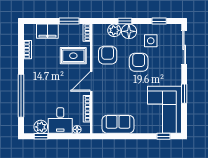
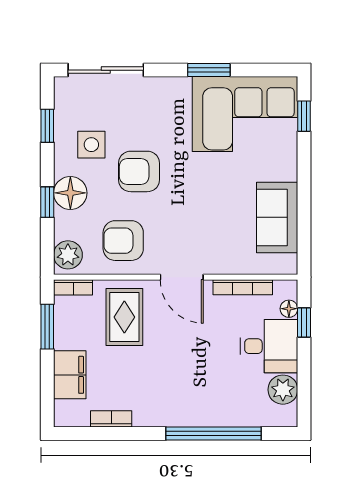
plant: (114, 30) -> (68, 255), moved
window: (41, 136) -> (304, 323), moved

